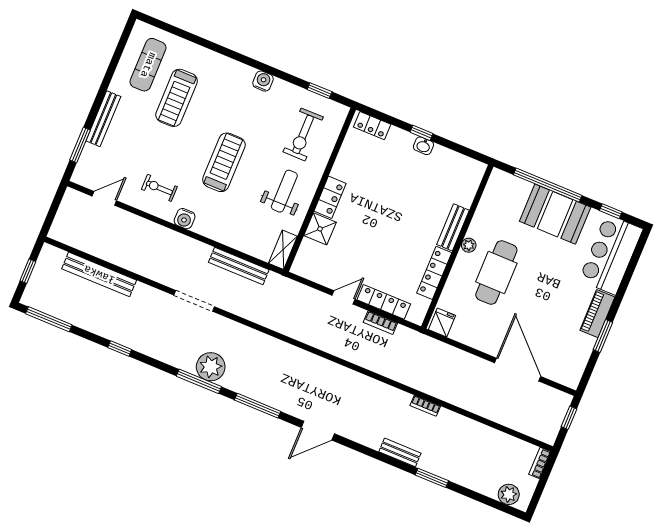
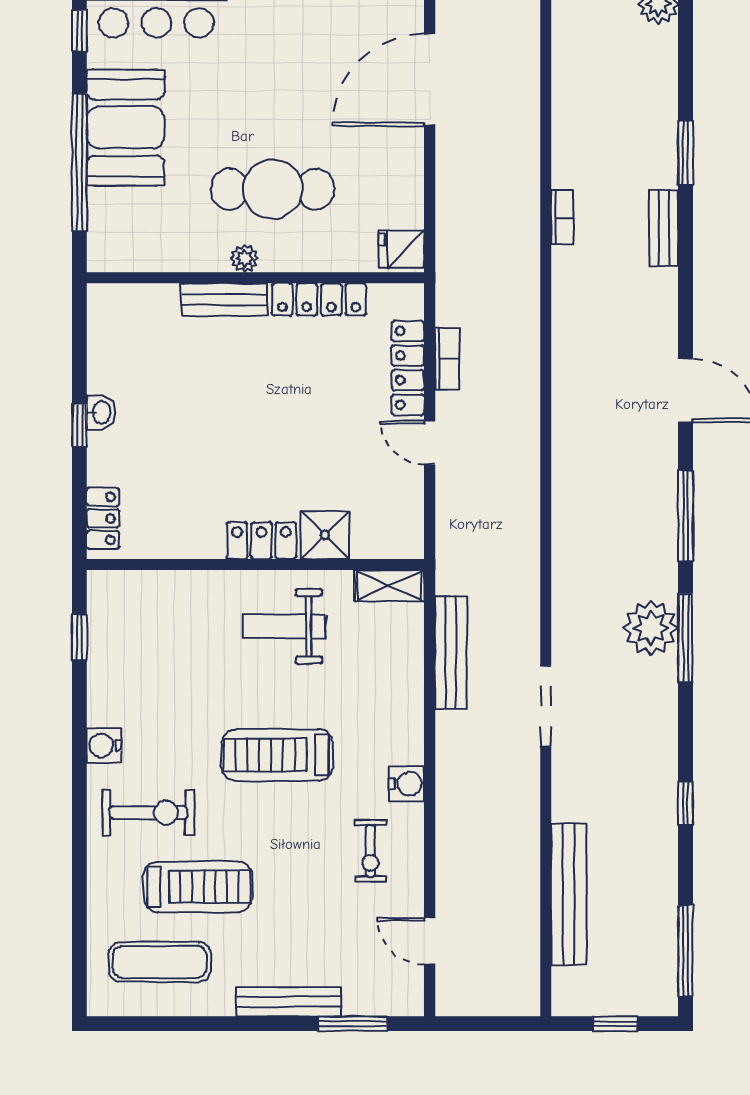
exercise bike: (303, 134) -> (148, 813), moved

